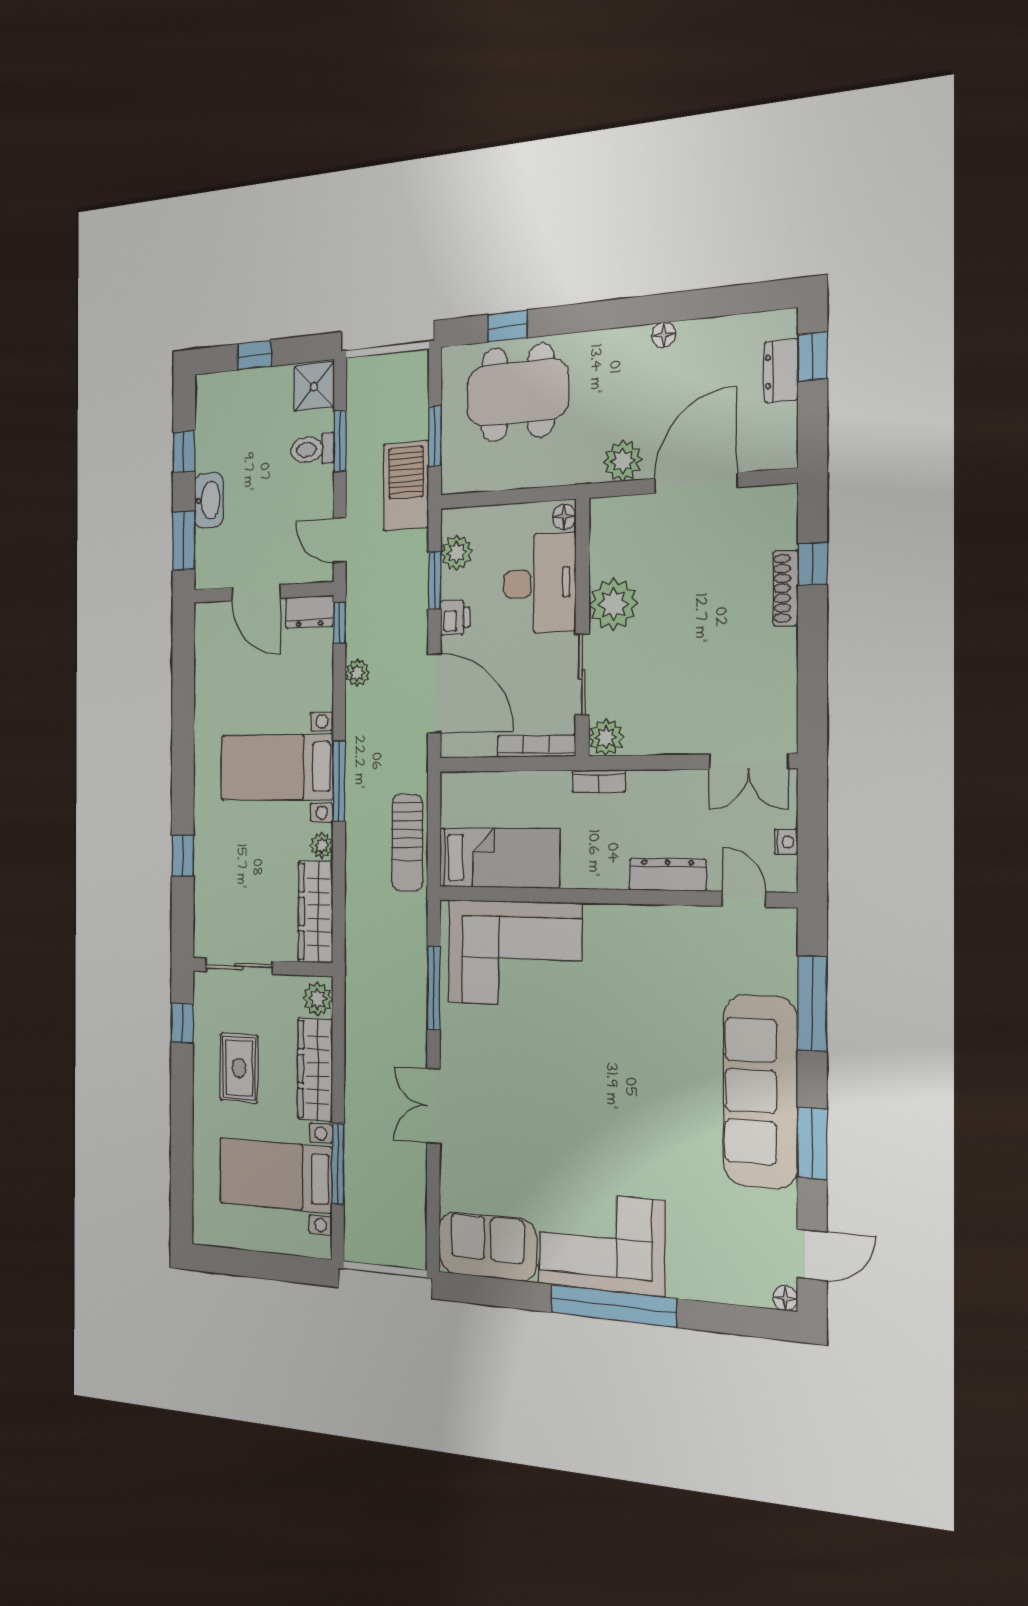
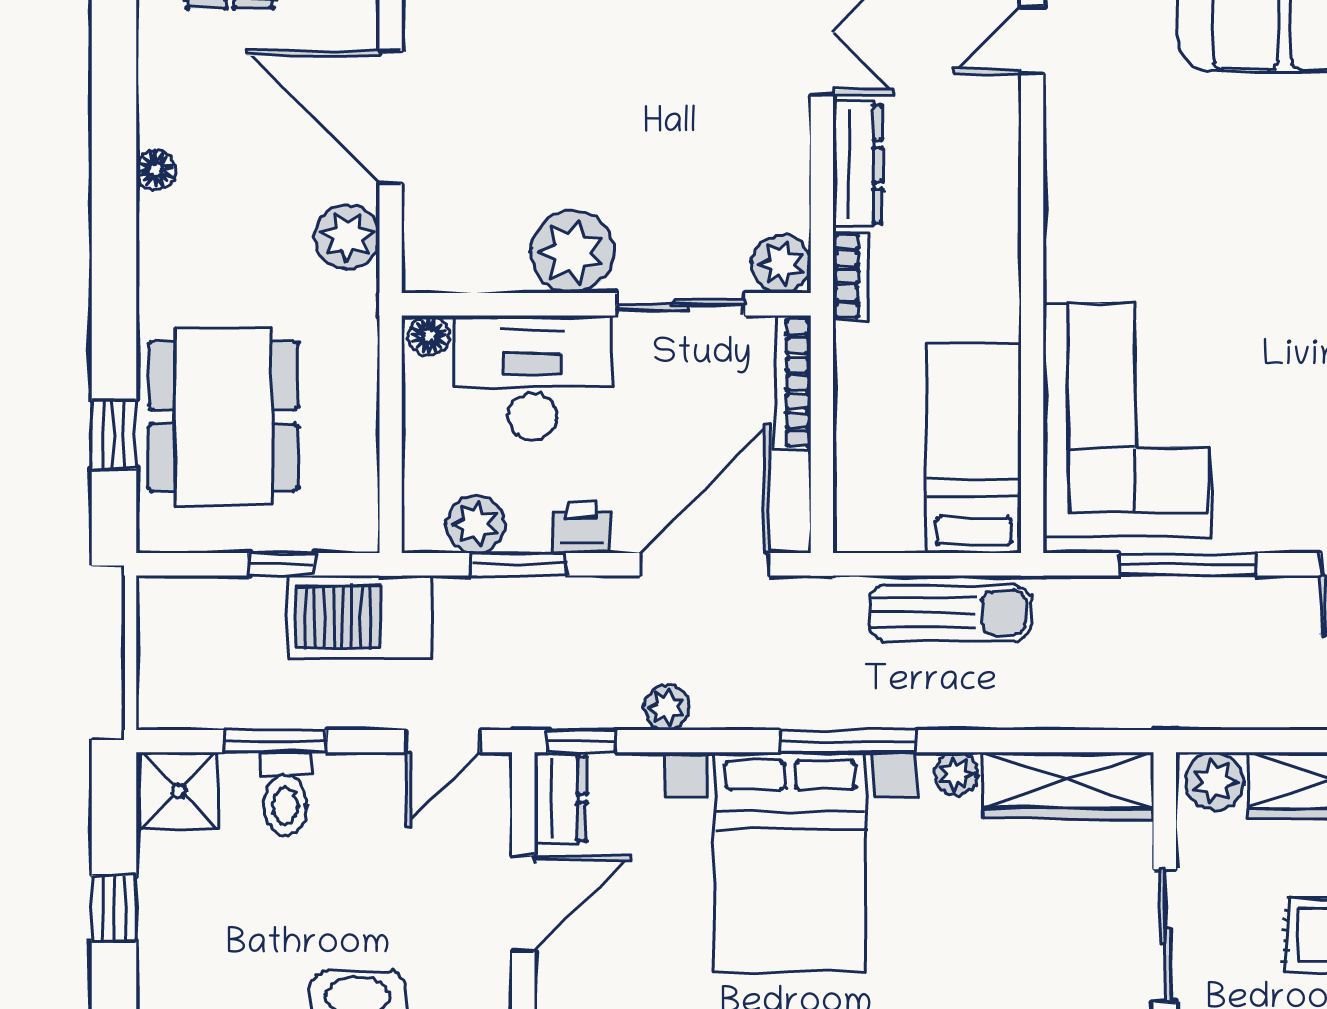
window: (435, 436) -> (282, 564), width x0.67
bed with nightstands: (277, 767) -> (790, 862), width x1.36
dresser: (668, 875) -> (857, 165), moved, turned 180

